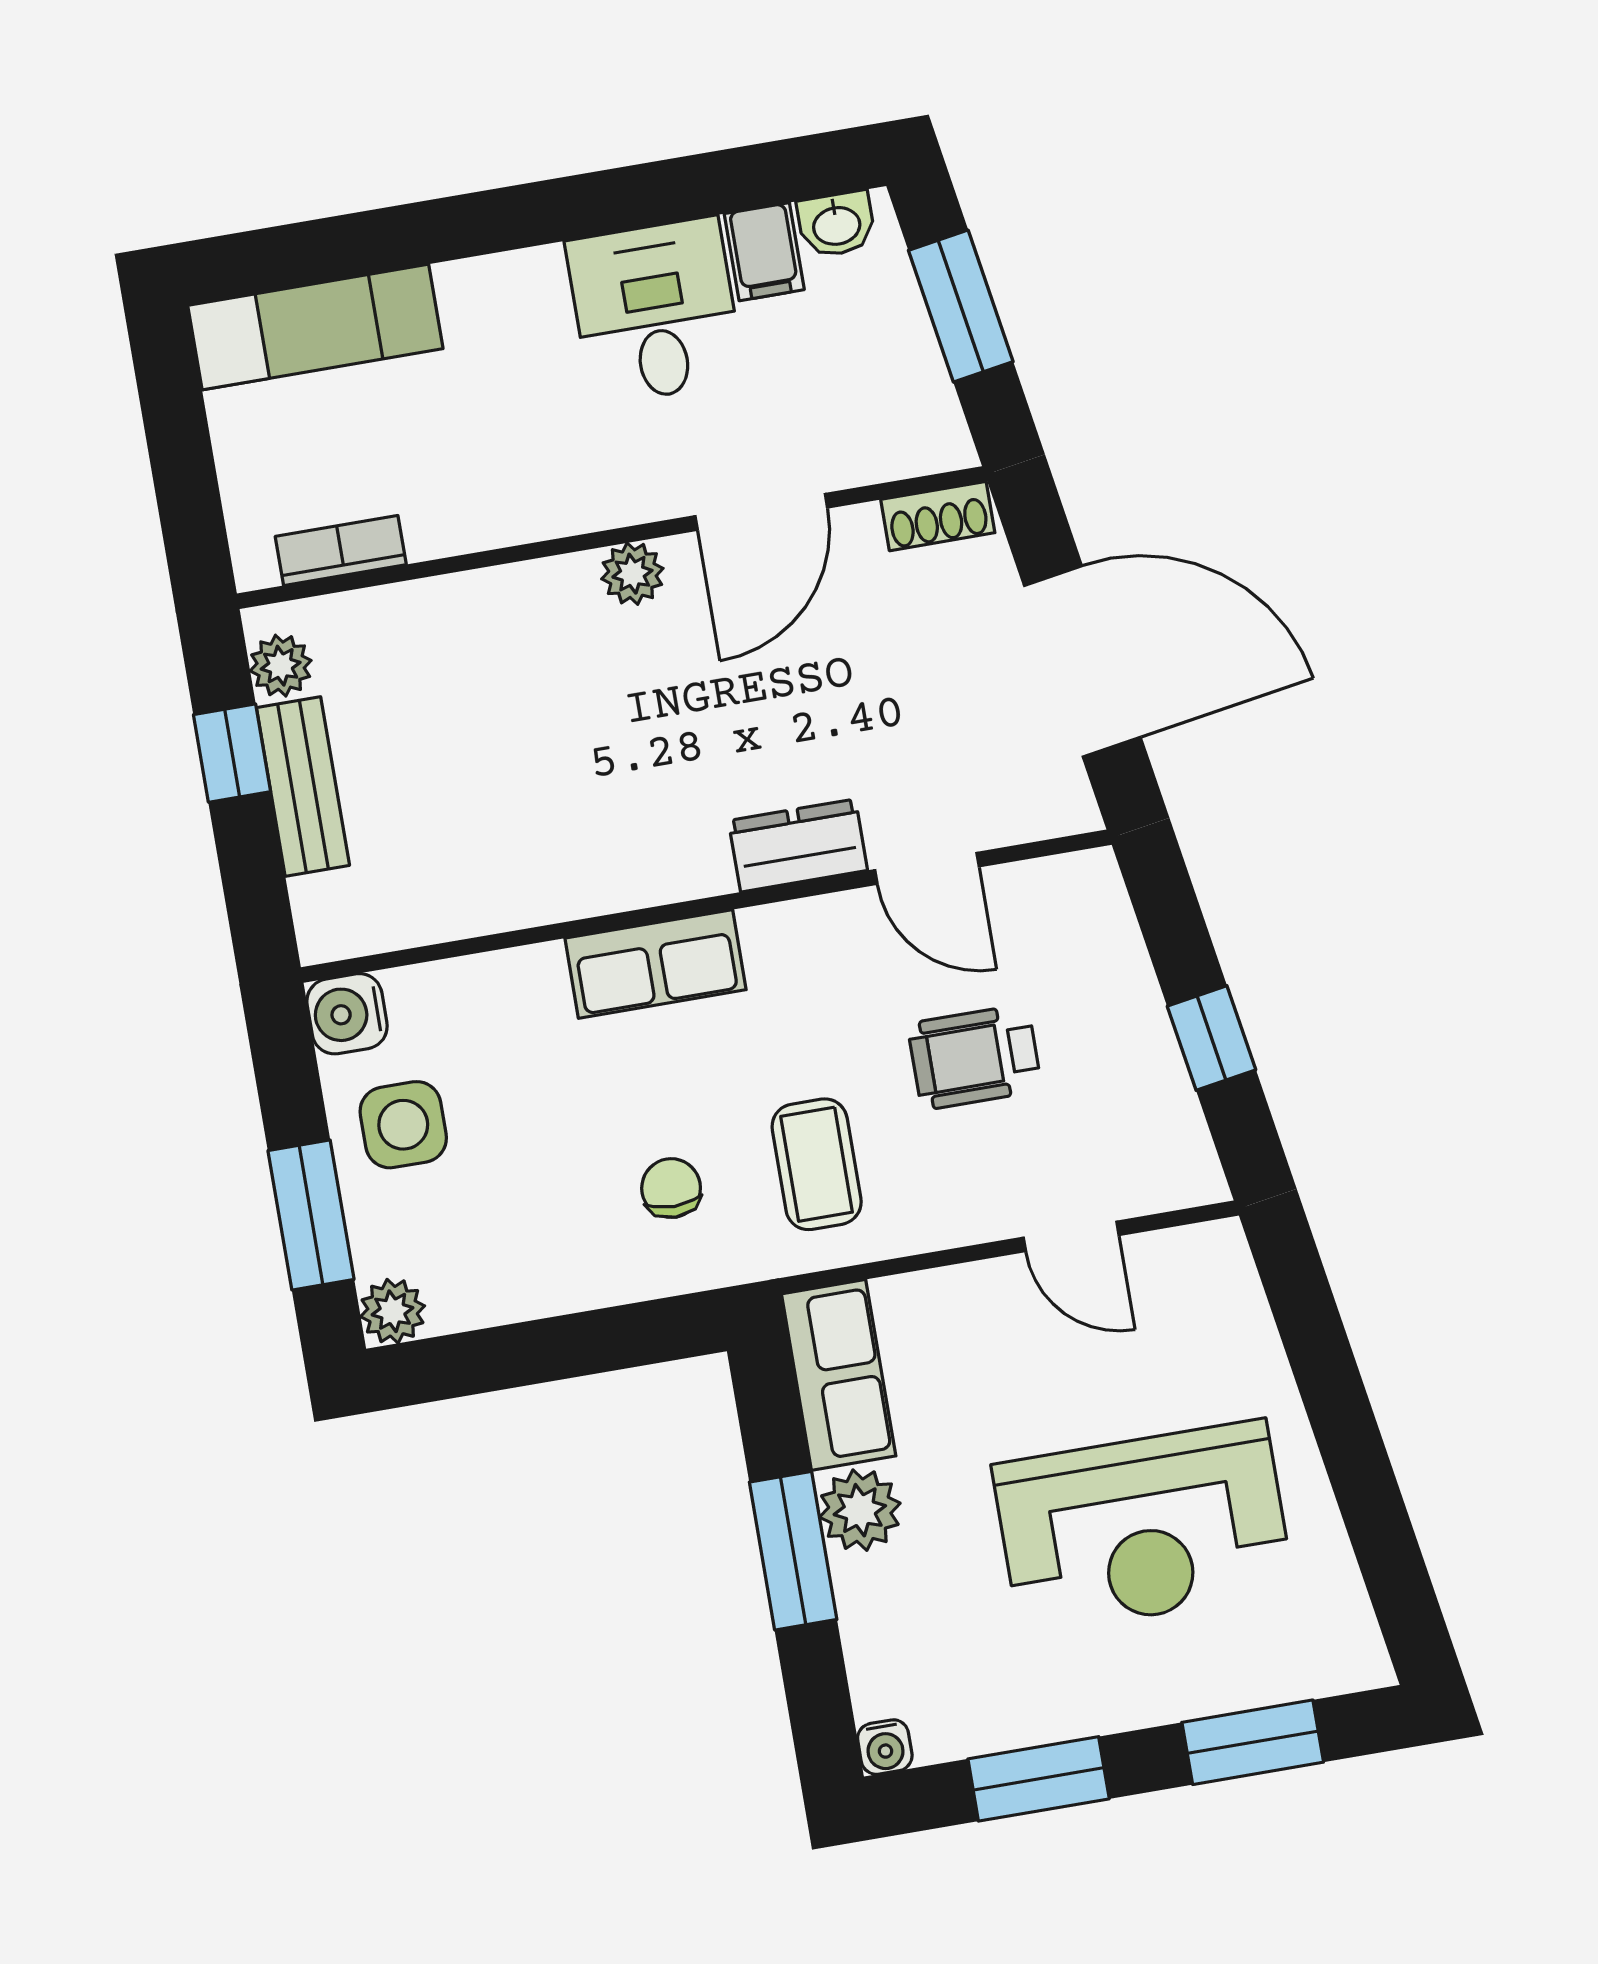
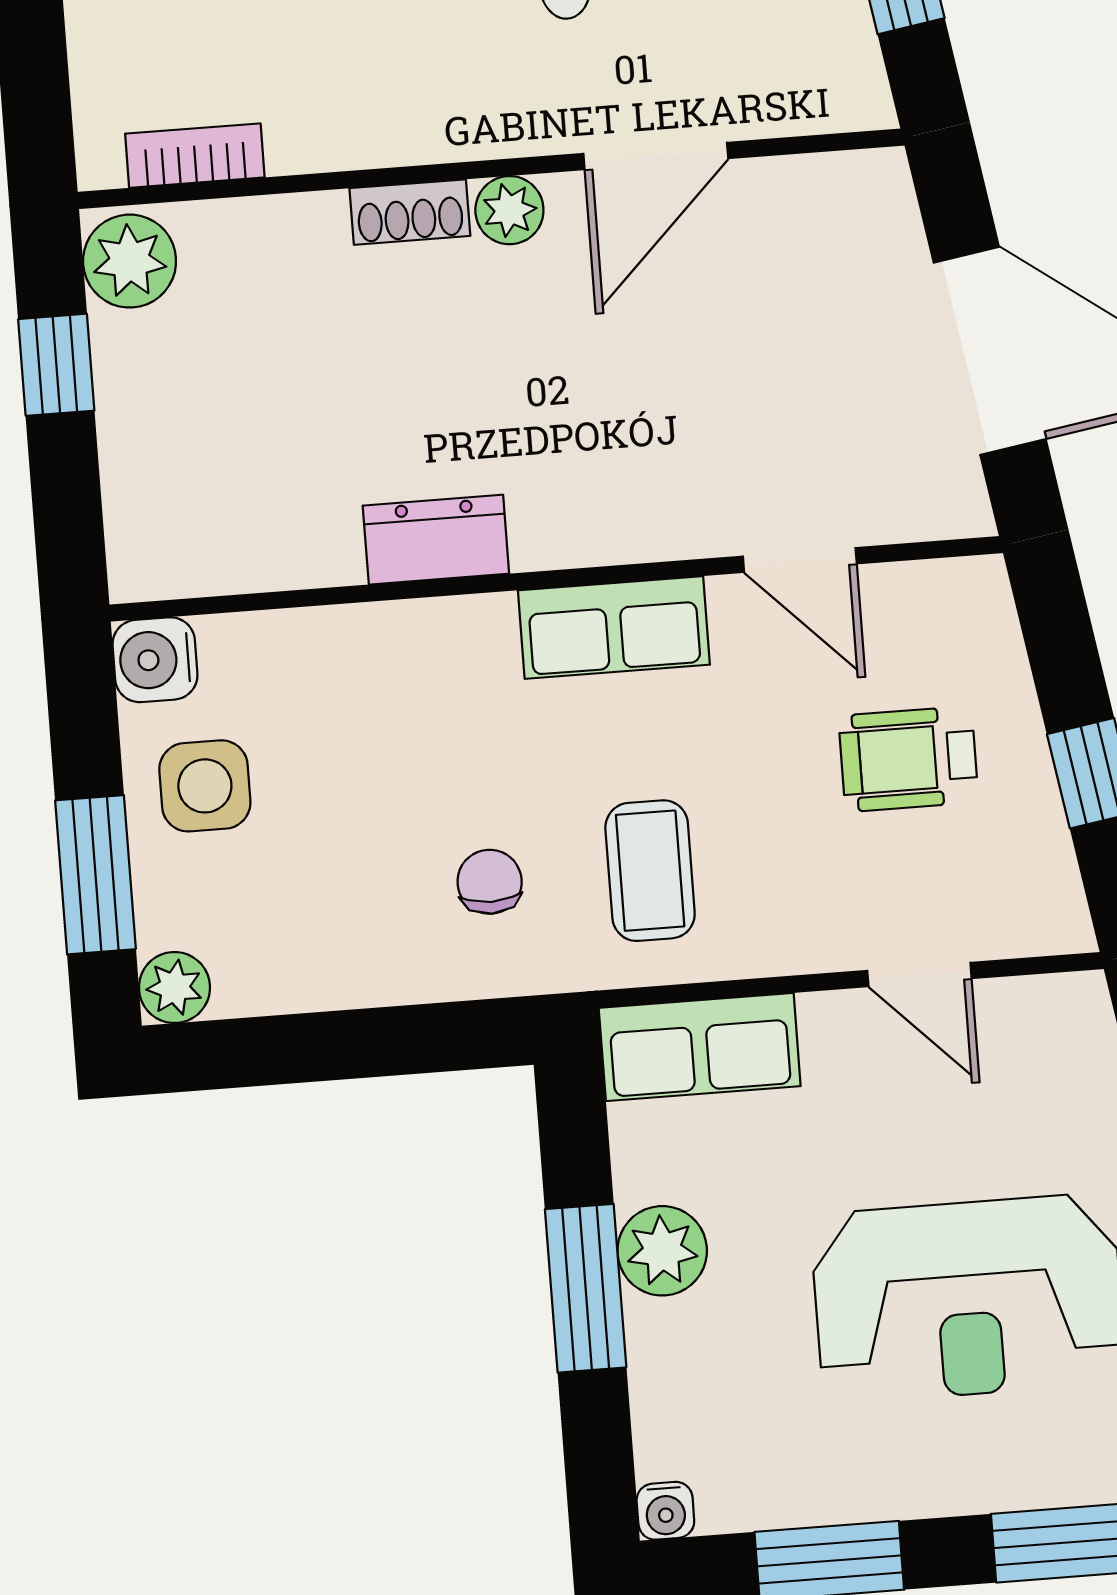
shoe rack: (938, 516) -> (410, 212), moved
plant: (281, 666) -> (130, 261), width x1.38, depth x1.38
bench: (303, 787) -> (130, 408), removed
dresser: (798, 845) -> (436, 540), moved
row of seats: (656, 964) -> (614, 628), moved
wheelchair: (975, 1057) -> (908, 759), moved
row of seats: (839, 1375) -> (700, 1047), moved, turned 90

